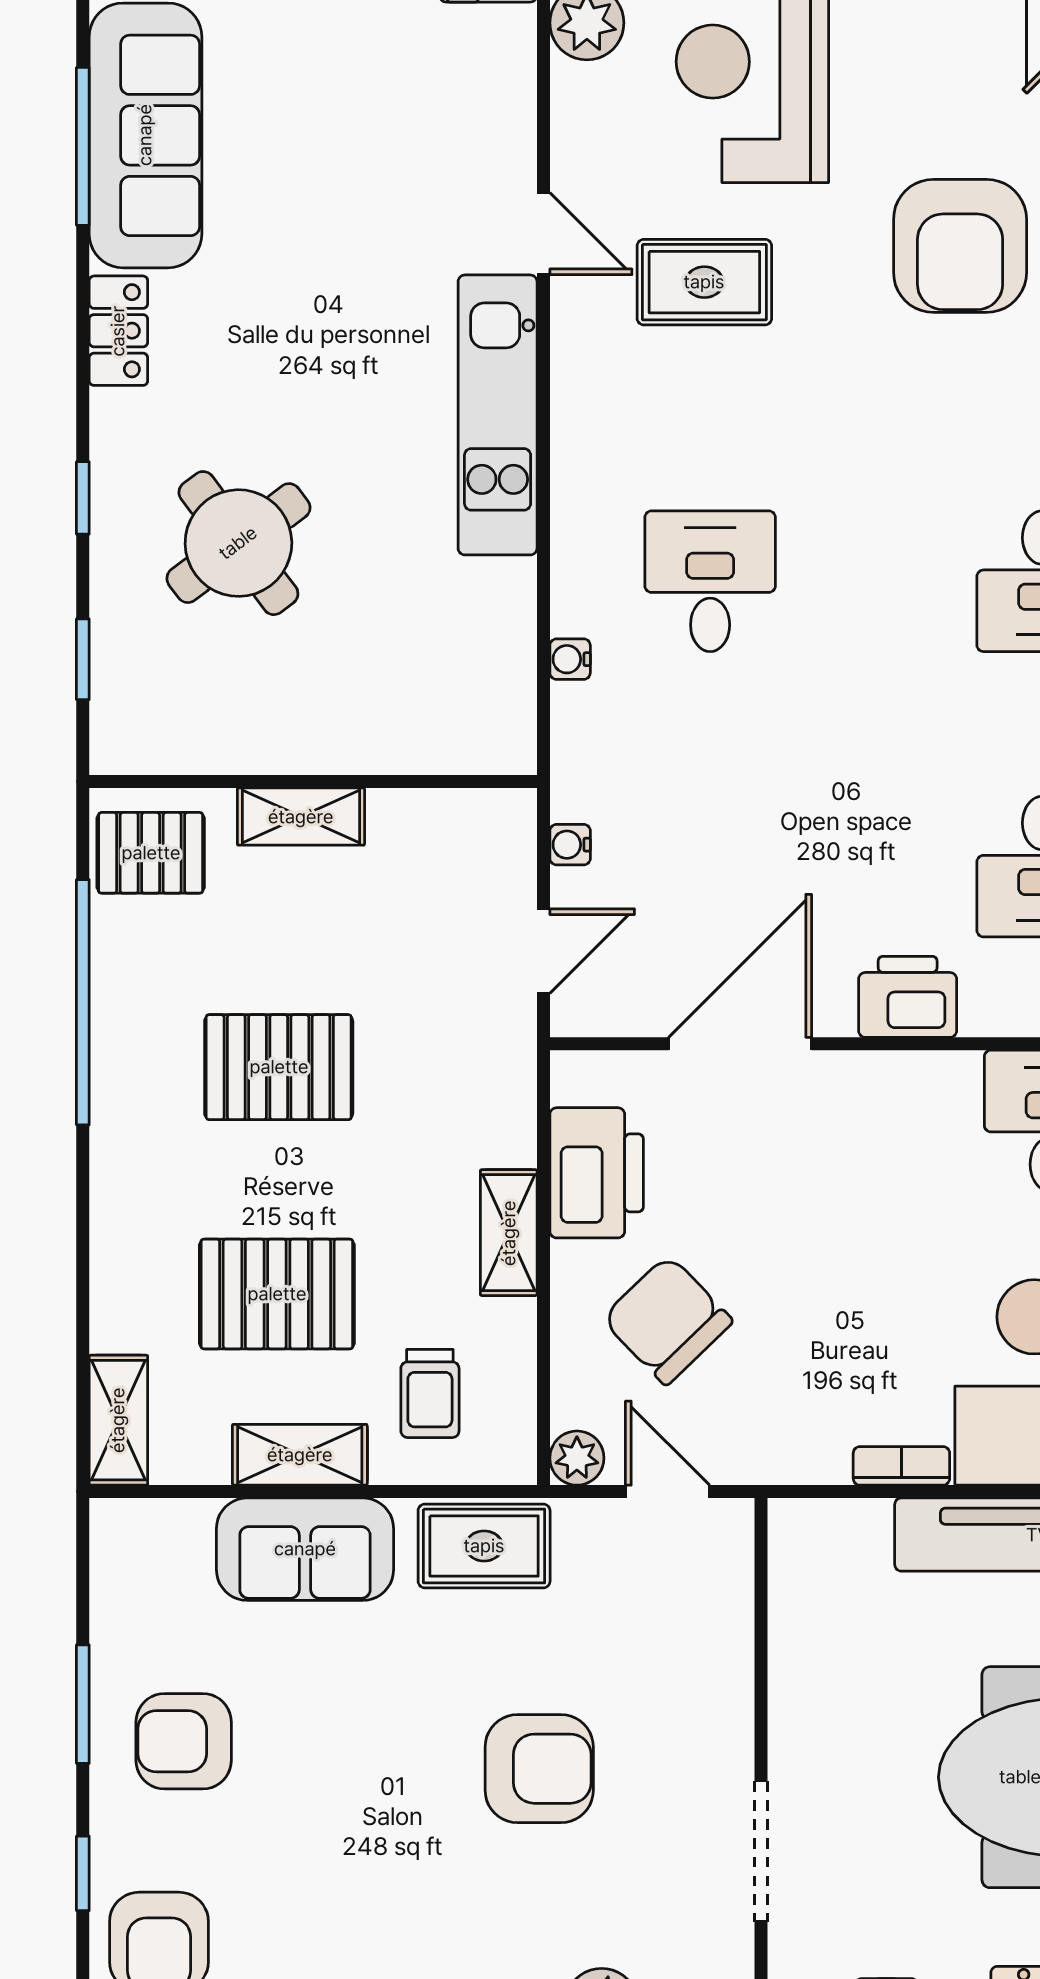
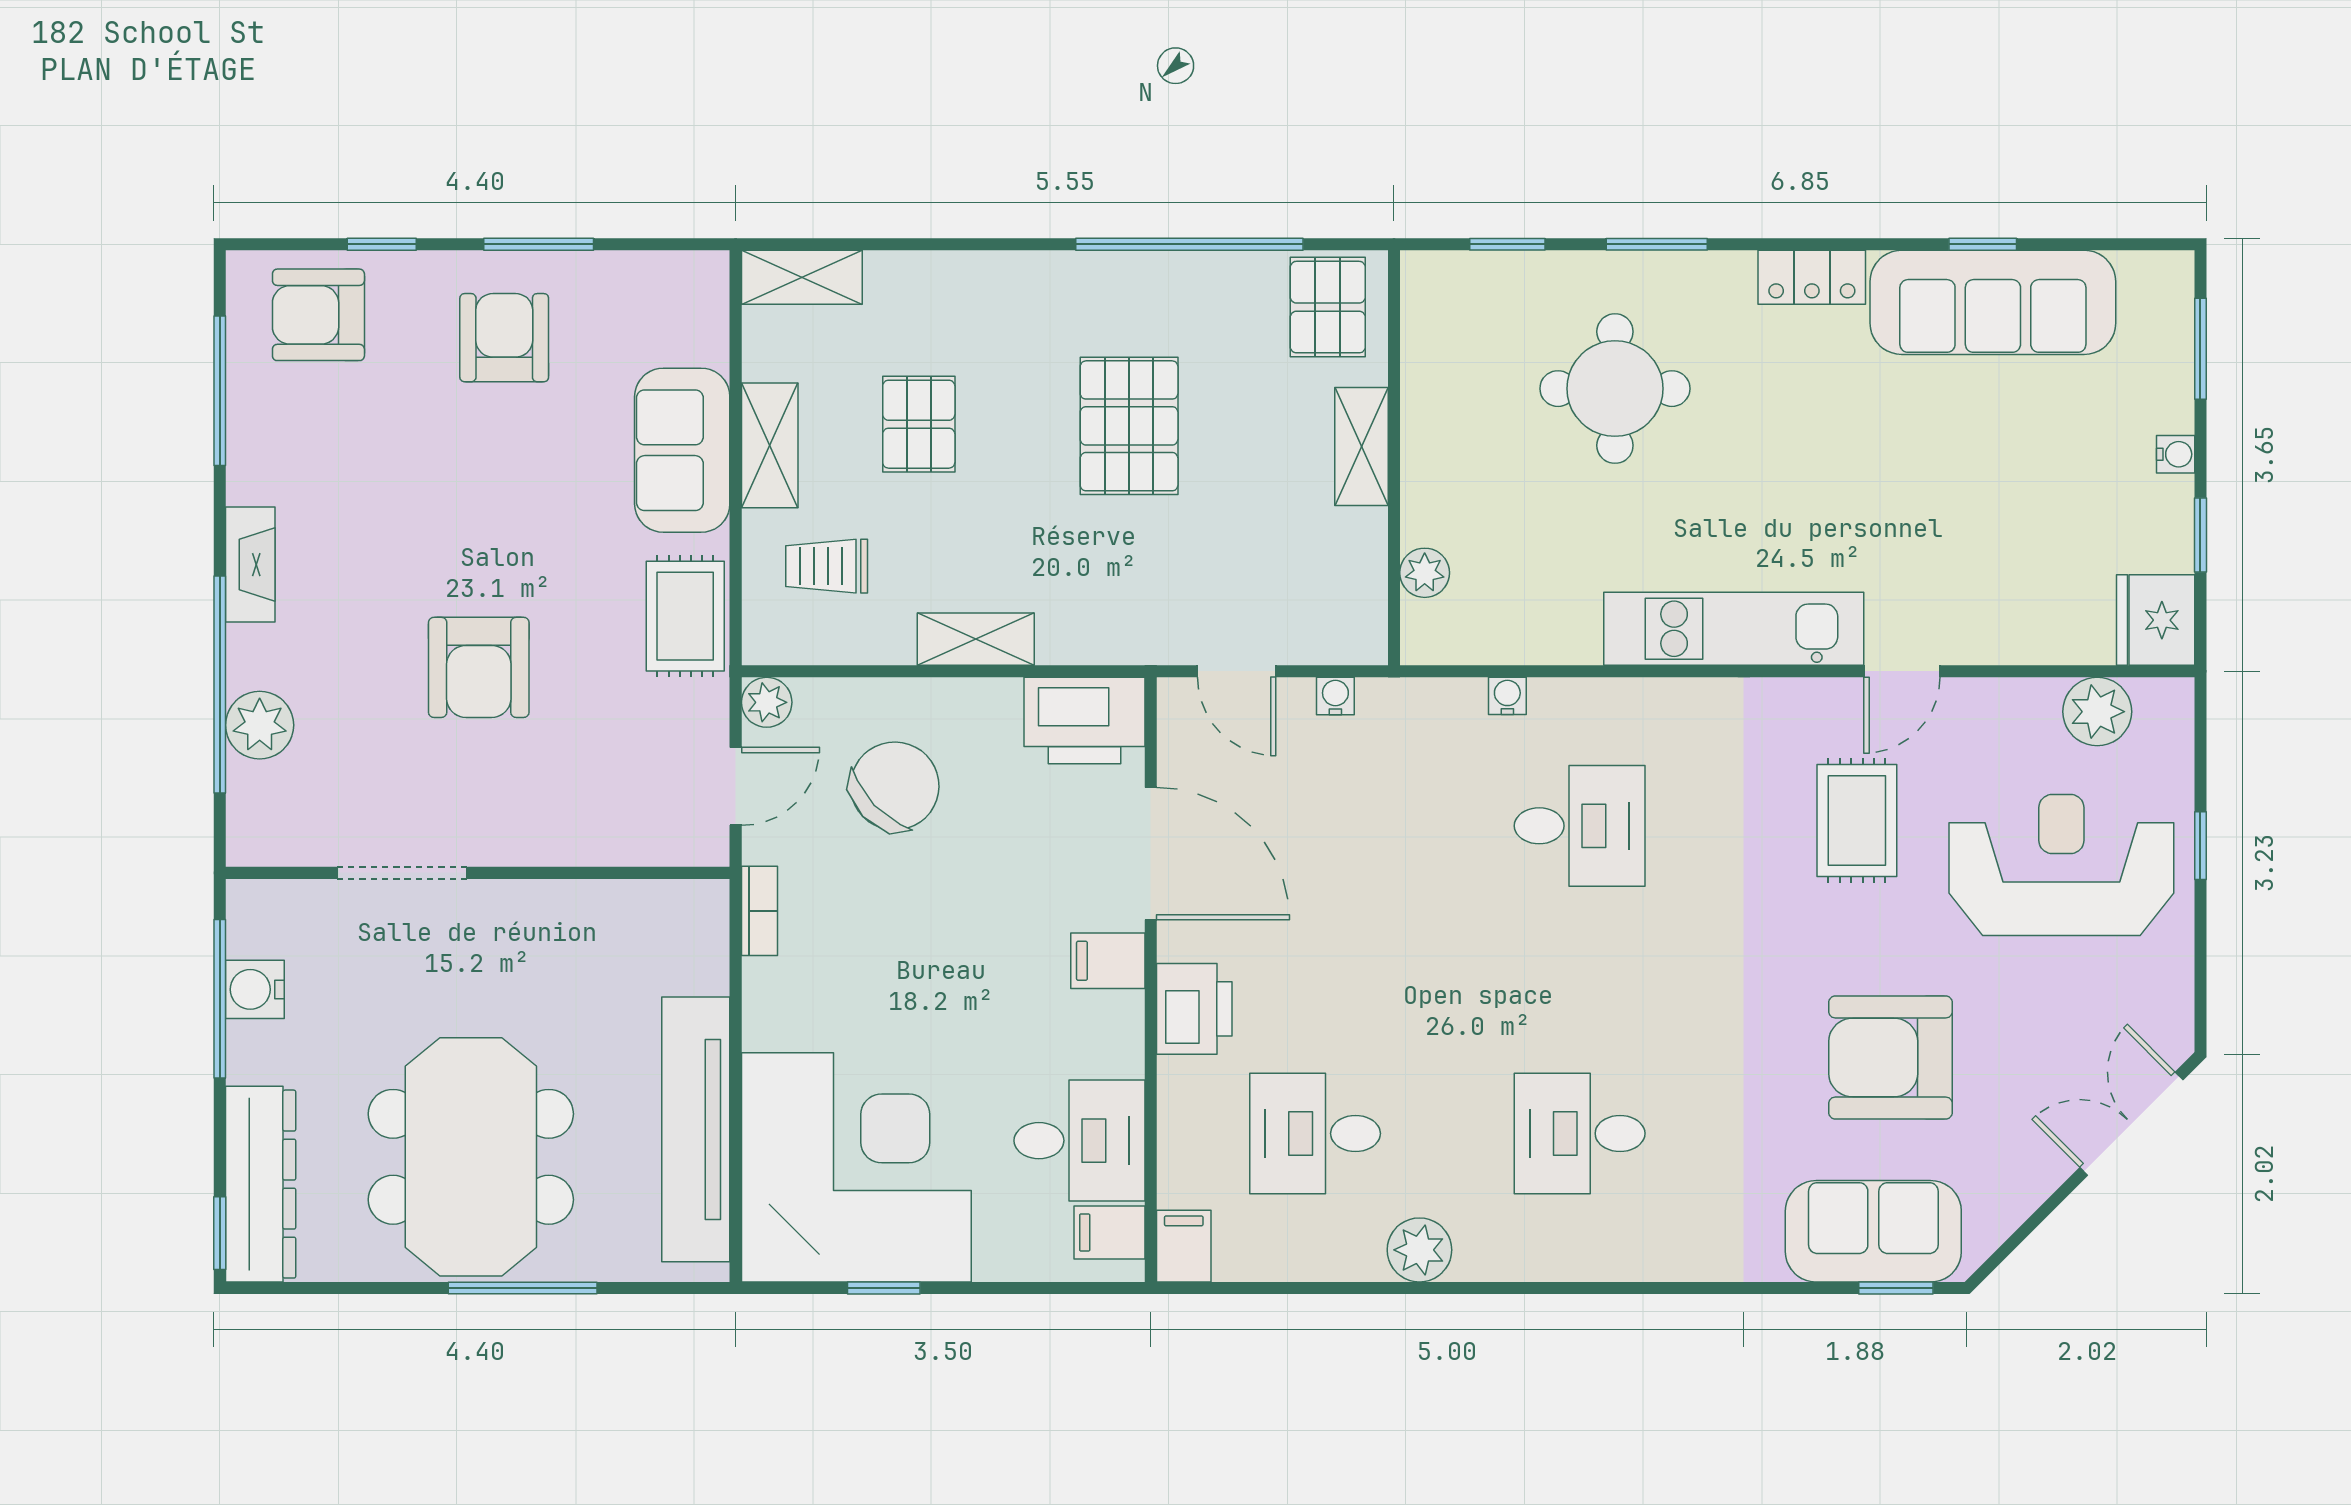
window: (83, 146) -> (1983, 244), width x0.46
window: (83, 498) -> (1657, 244), width x1.50
round table: (238, 543) -> (1615, 389), turned 37
plant: (437, 748) -> (1425, 573), added
filing cabinet: (856, 1090) -> (1108, 961), added
printer: (597, 1173) -> (1085, 721), moved
pallet: (277, 1294) -> (919, 424), width x0.67, depth x0.71
bookcase: (901, 1466) -> (760, 911), moved

